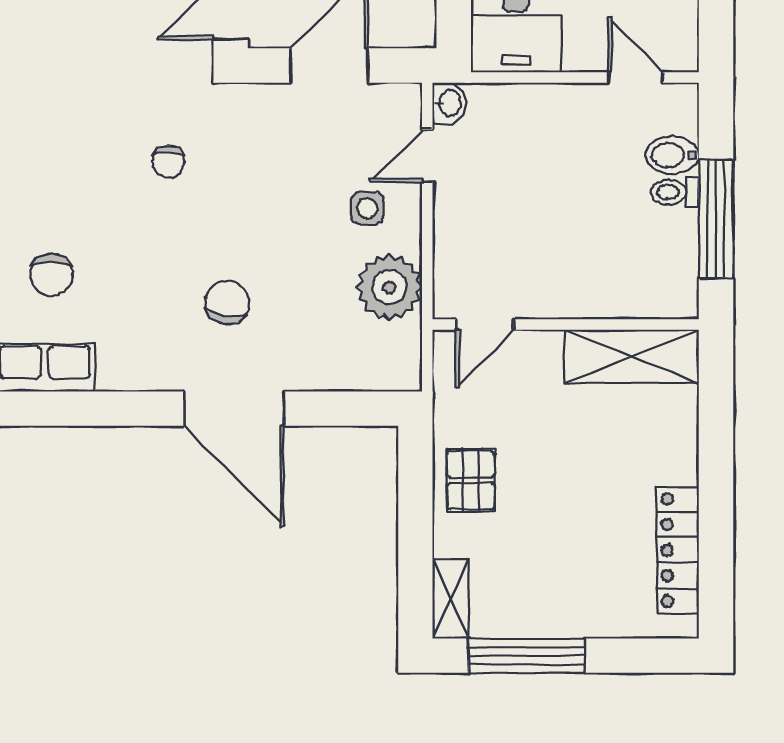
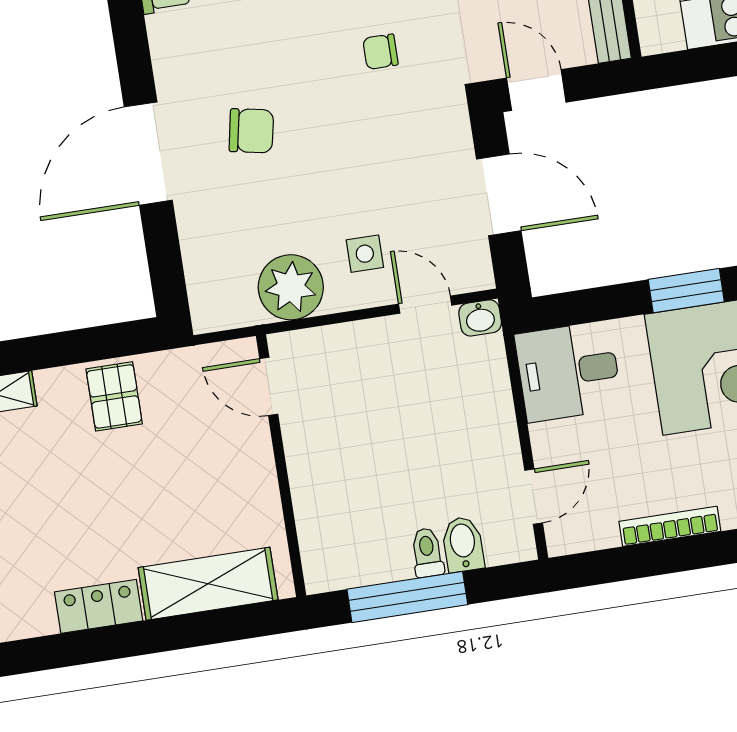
shelving: (632, 356) -> (208, 584), moved, turned 90
pallet: (471, 480) -> (114, 396), turned 90
locker: (678, 550) -> (99, 606), width x0.66

